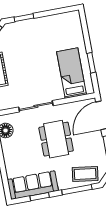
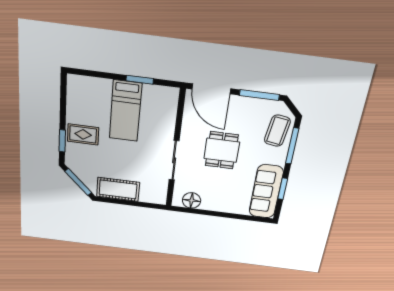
rug: (35, 32) -> (83, 134), added
bed: (71, 73) -> (125, 111), moved, turned -90
dining table: (56, 139) -> (222, 150), width x0.73

